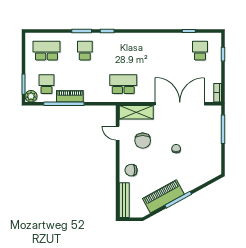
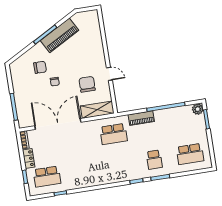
school desk: (200, 51) -> (47, 177), width x1.85
locker: (216, 72) -> (29, 159), added
school desk: (46, 84) -> (185, 123), removed
piano: (70, 96) -> (141, 118), moved
double door: (180, 104) -> (58, 124), swing flipped
door: (118, 133) -> (109, 74), moved
chair: (131, 170) -> (40, 67), moved
bench: (124, 200) -> (96, 26), removed

